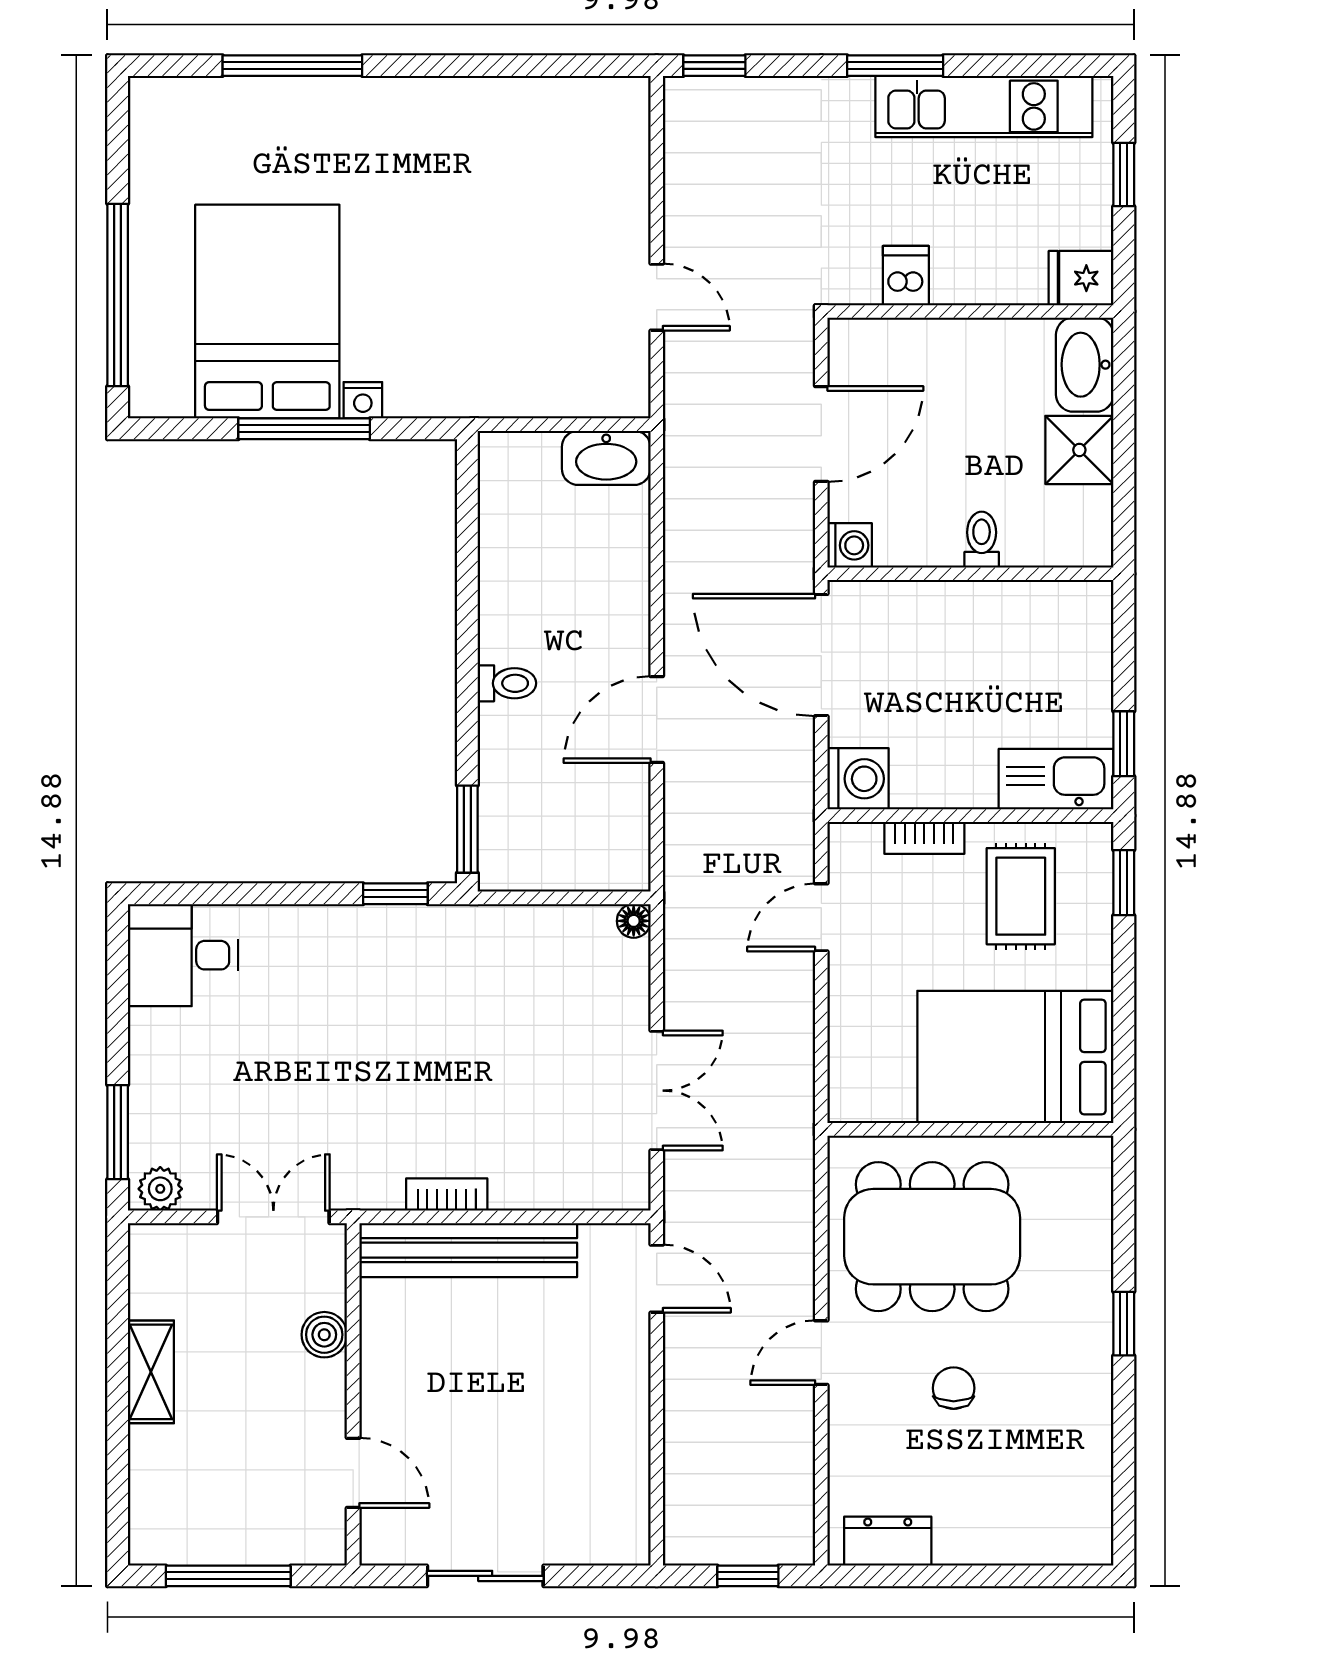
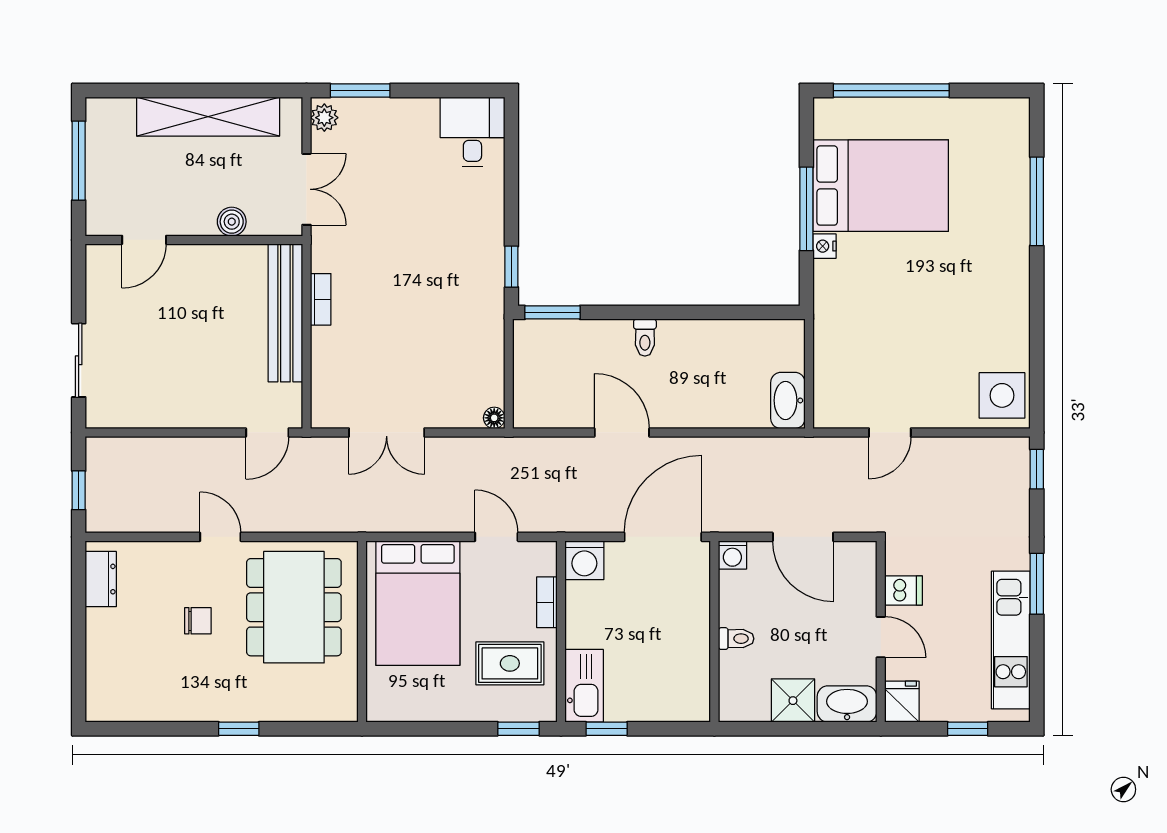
side table: (598, 120) -> (1002, 395), added
door: (979, 311) -> (881, 637), added
bed: (1015, 1057) -> (418, 603), moved, turned 180
shelving: (151, 1372) -> (208, 117), width x2.20, depth x1.33
sliding door: (485, 1576) -> (79, 360), moved

